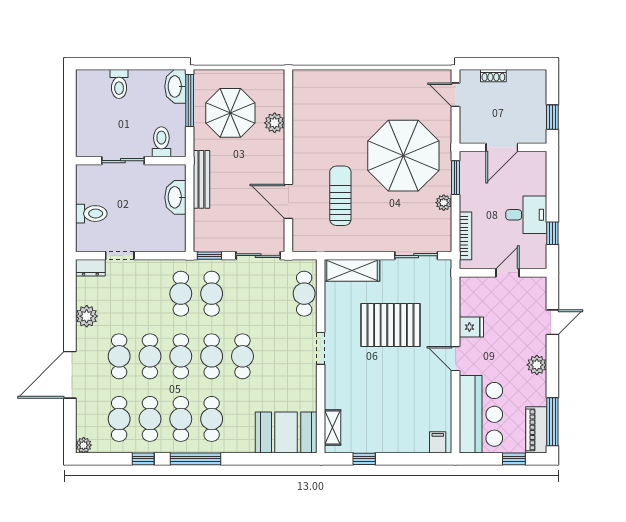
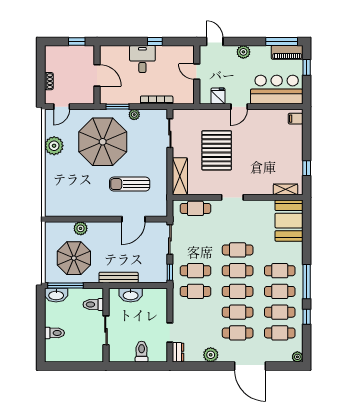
plant: (397, 83) -> (54, 146), added
wall: (503, 273) -> (197, 75), moved
door: (508, 273) -> (197, 72), moved

